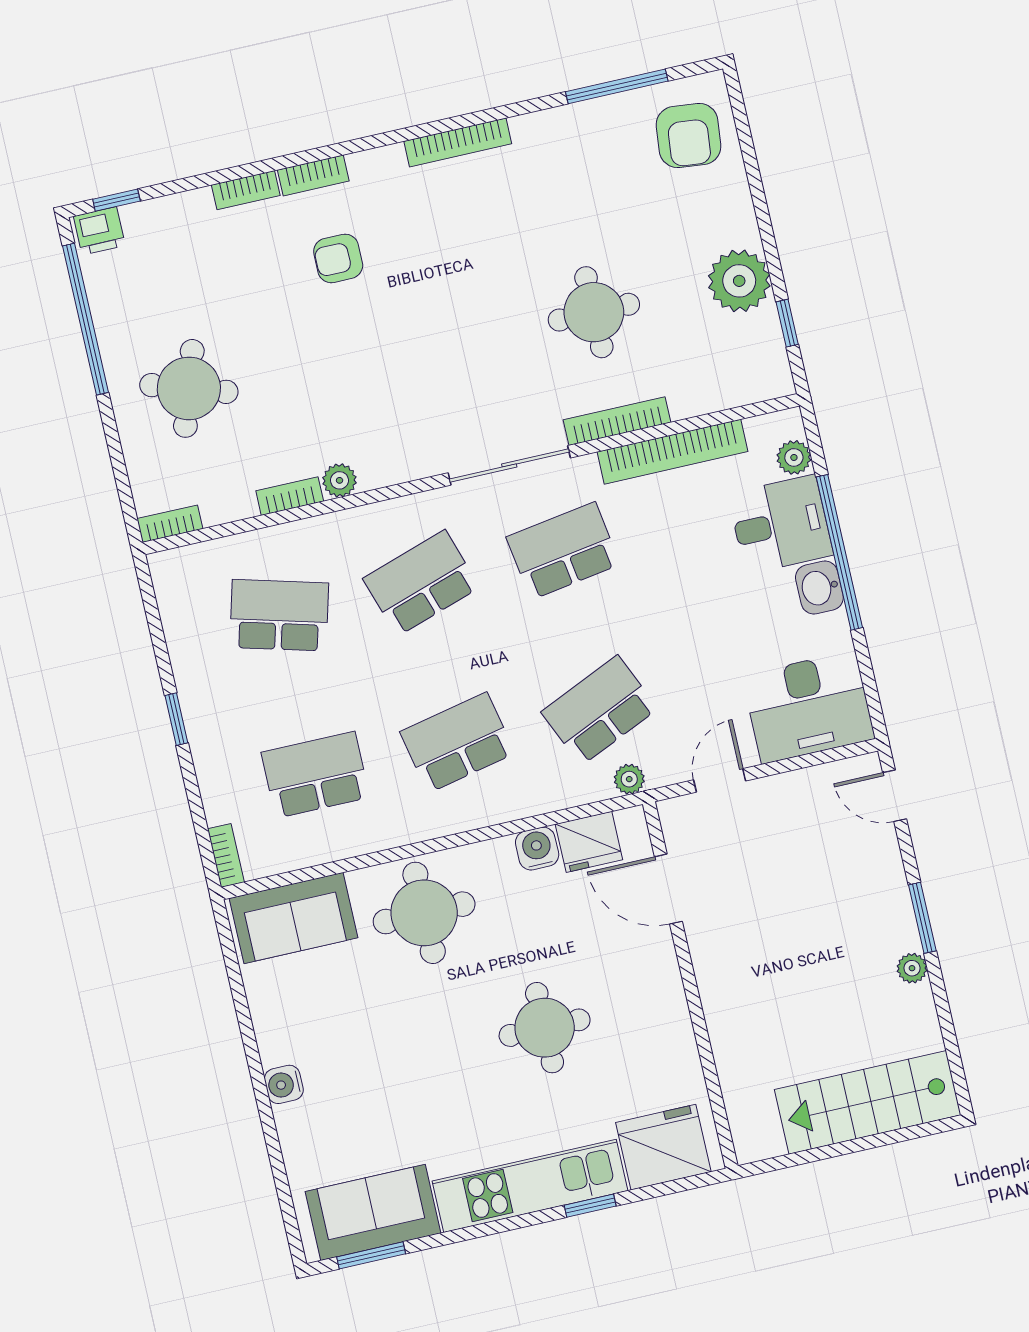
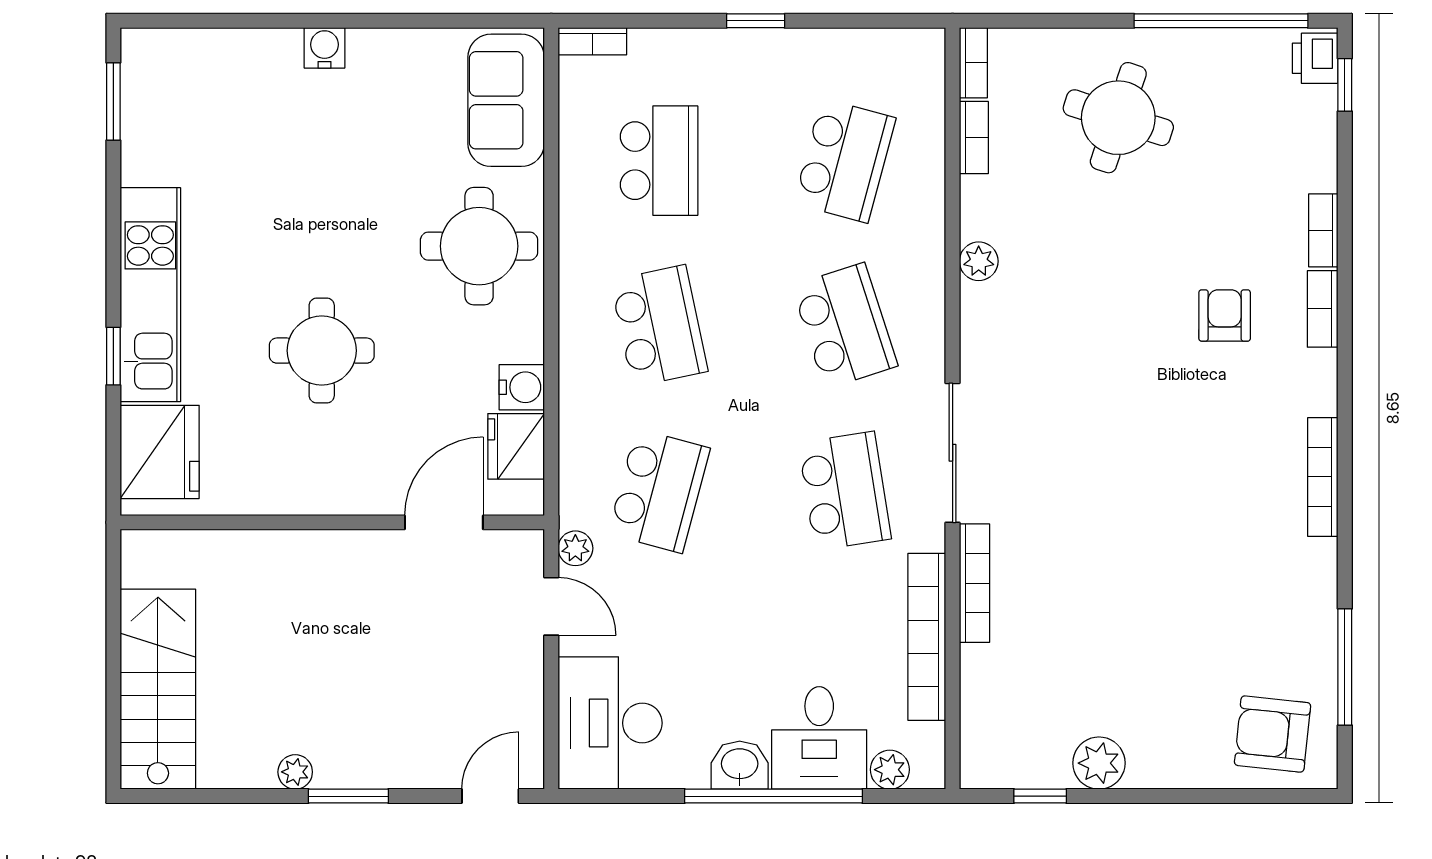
plant: (739, 281) -> (1099, 763), width x0.73, depth x0.73
round table: (594, 312) -> (1101, 585), removed
bookcase: (290, 496) -> (974, 138), moved
school desk: (599, 710) -> (659, 491), turned 39
plant: (629, 779) -> (575, 548), moved
sofa: (373, 1212) -> (161, 114), removed

